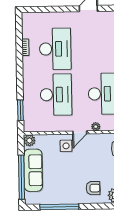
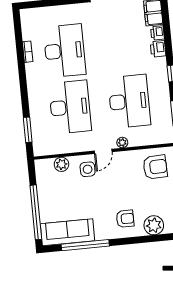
plant: (29, 140) -> (61, 164), moved
sofa: (33, 170) -> (68, 232), moved, turned -90

